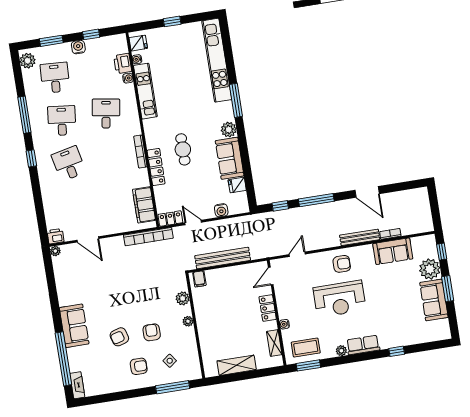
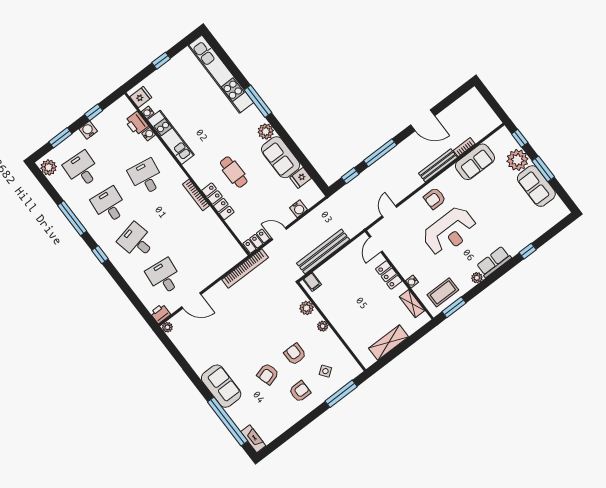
filing cabinet: (144, 205) -> (225, 242), removed
desk: (76, 207) -> (164, 277), added
armchair: (342, 264) -> (435, 198), turned 180

